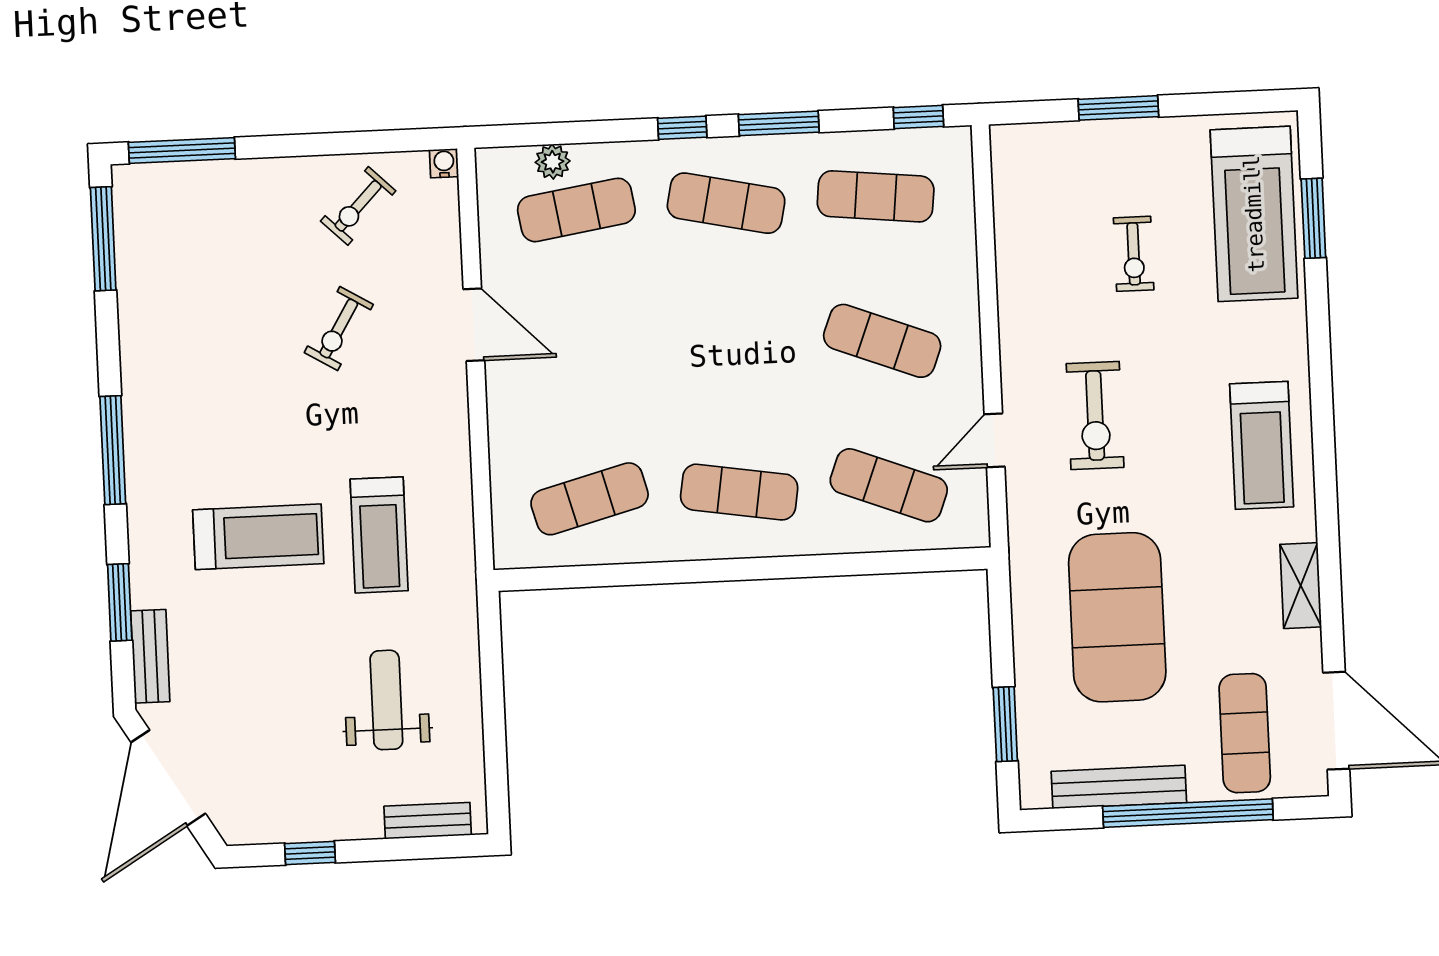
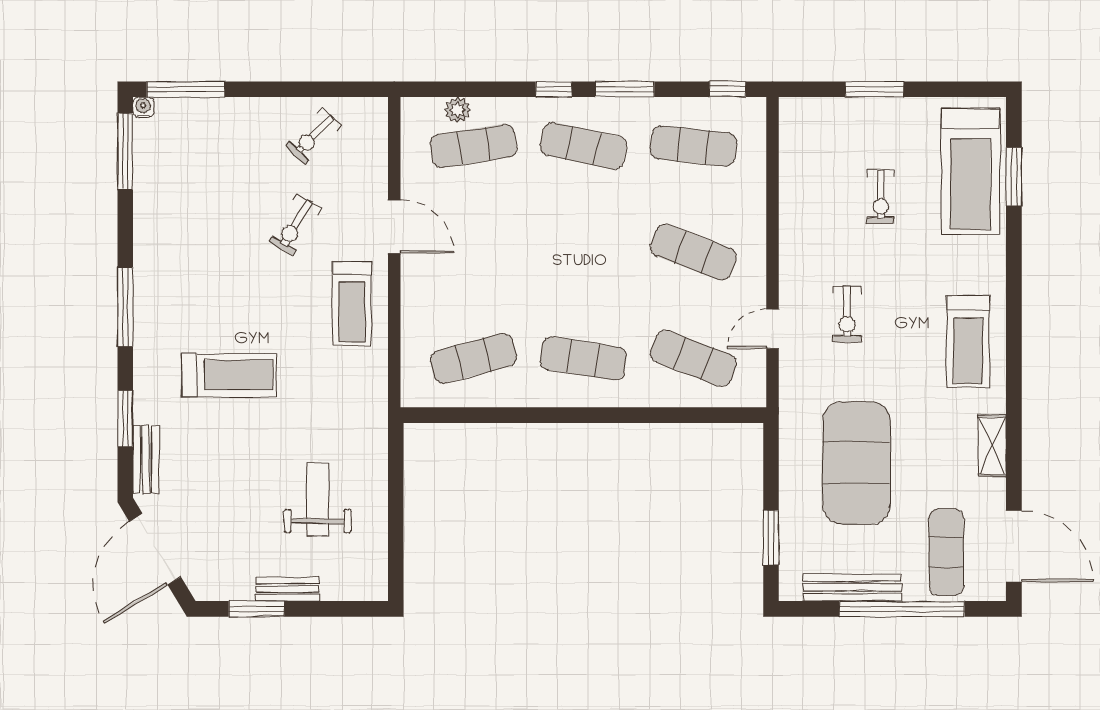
water cooler: (444, 163) -> (143, 107), moved
exercise bike: (1095, 415) -> (847, 314), width x0.73, depth x0.72
treadmill: (379, 535) -> (352, 304), moved
bench: (428, 821) -> (287, 589), moved
window: (310, 853) -> (256, 609), width x1.50

